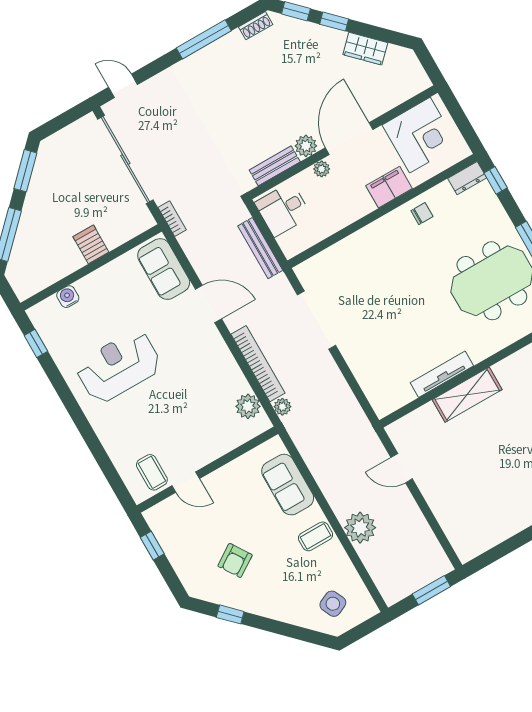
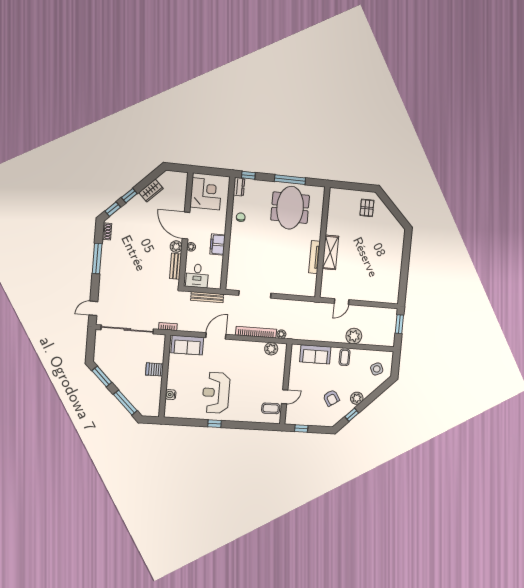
filing cabinet: (389, 187) -> (218, 245), moved
window: (36, 343) -> (215, 424), moved
plant: (263, 604) -> (357, 398), added

